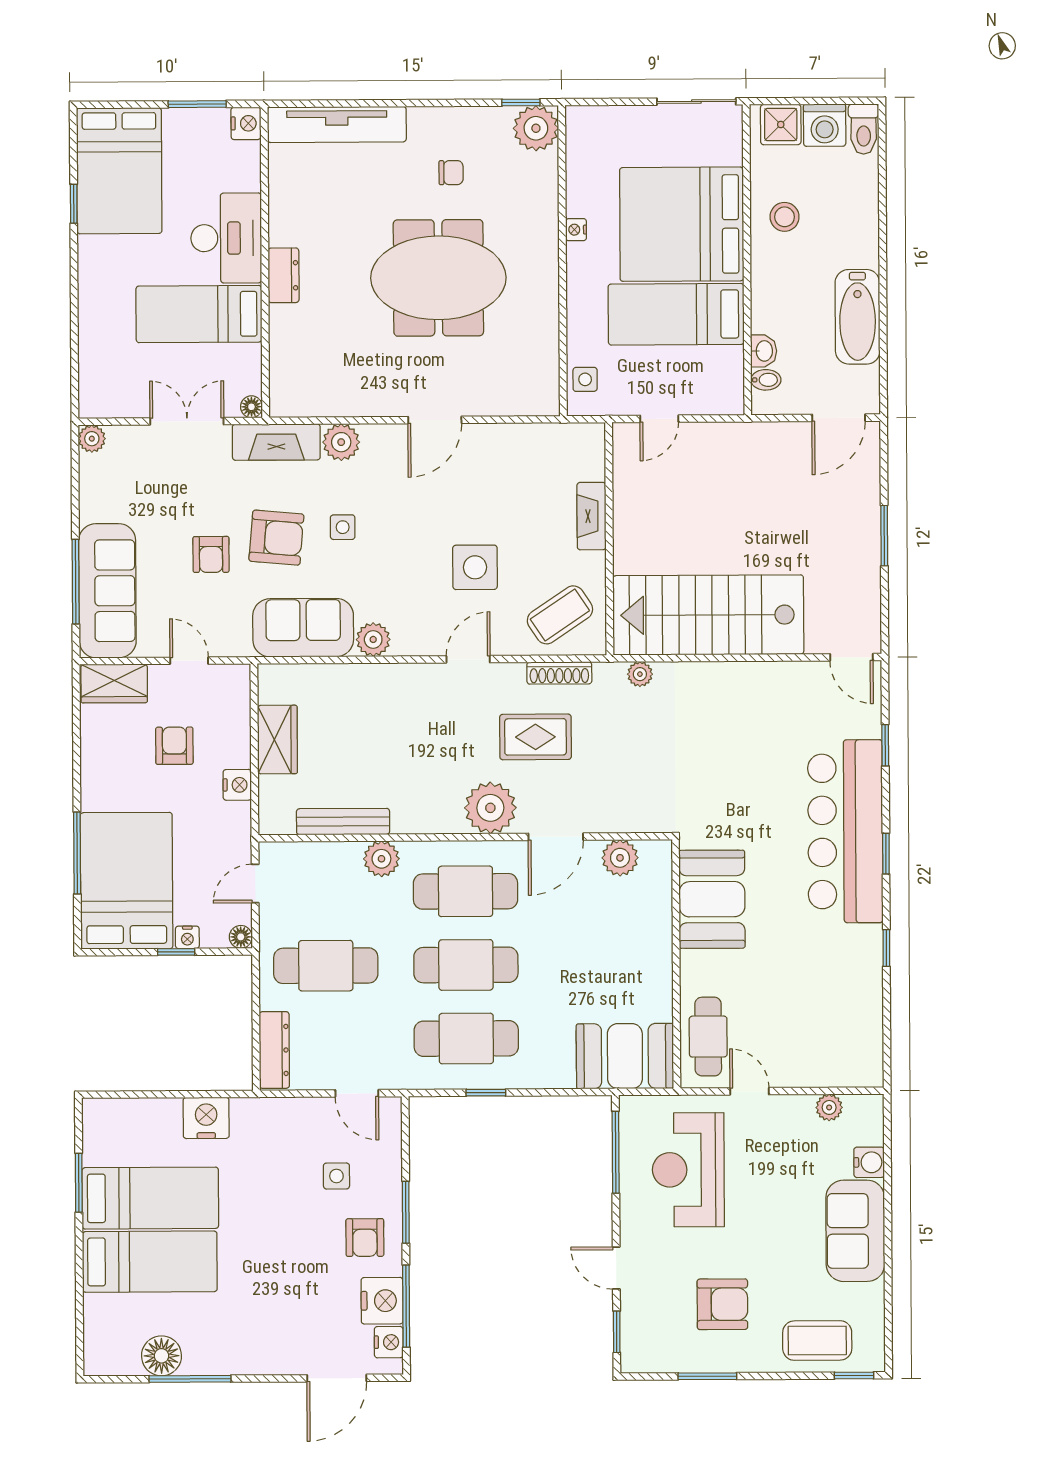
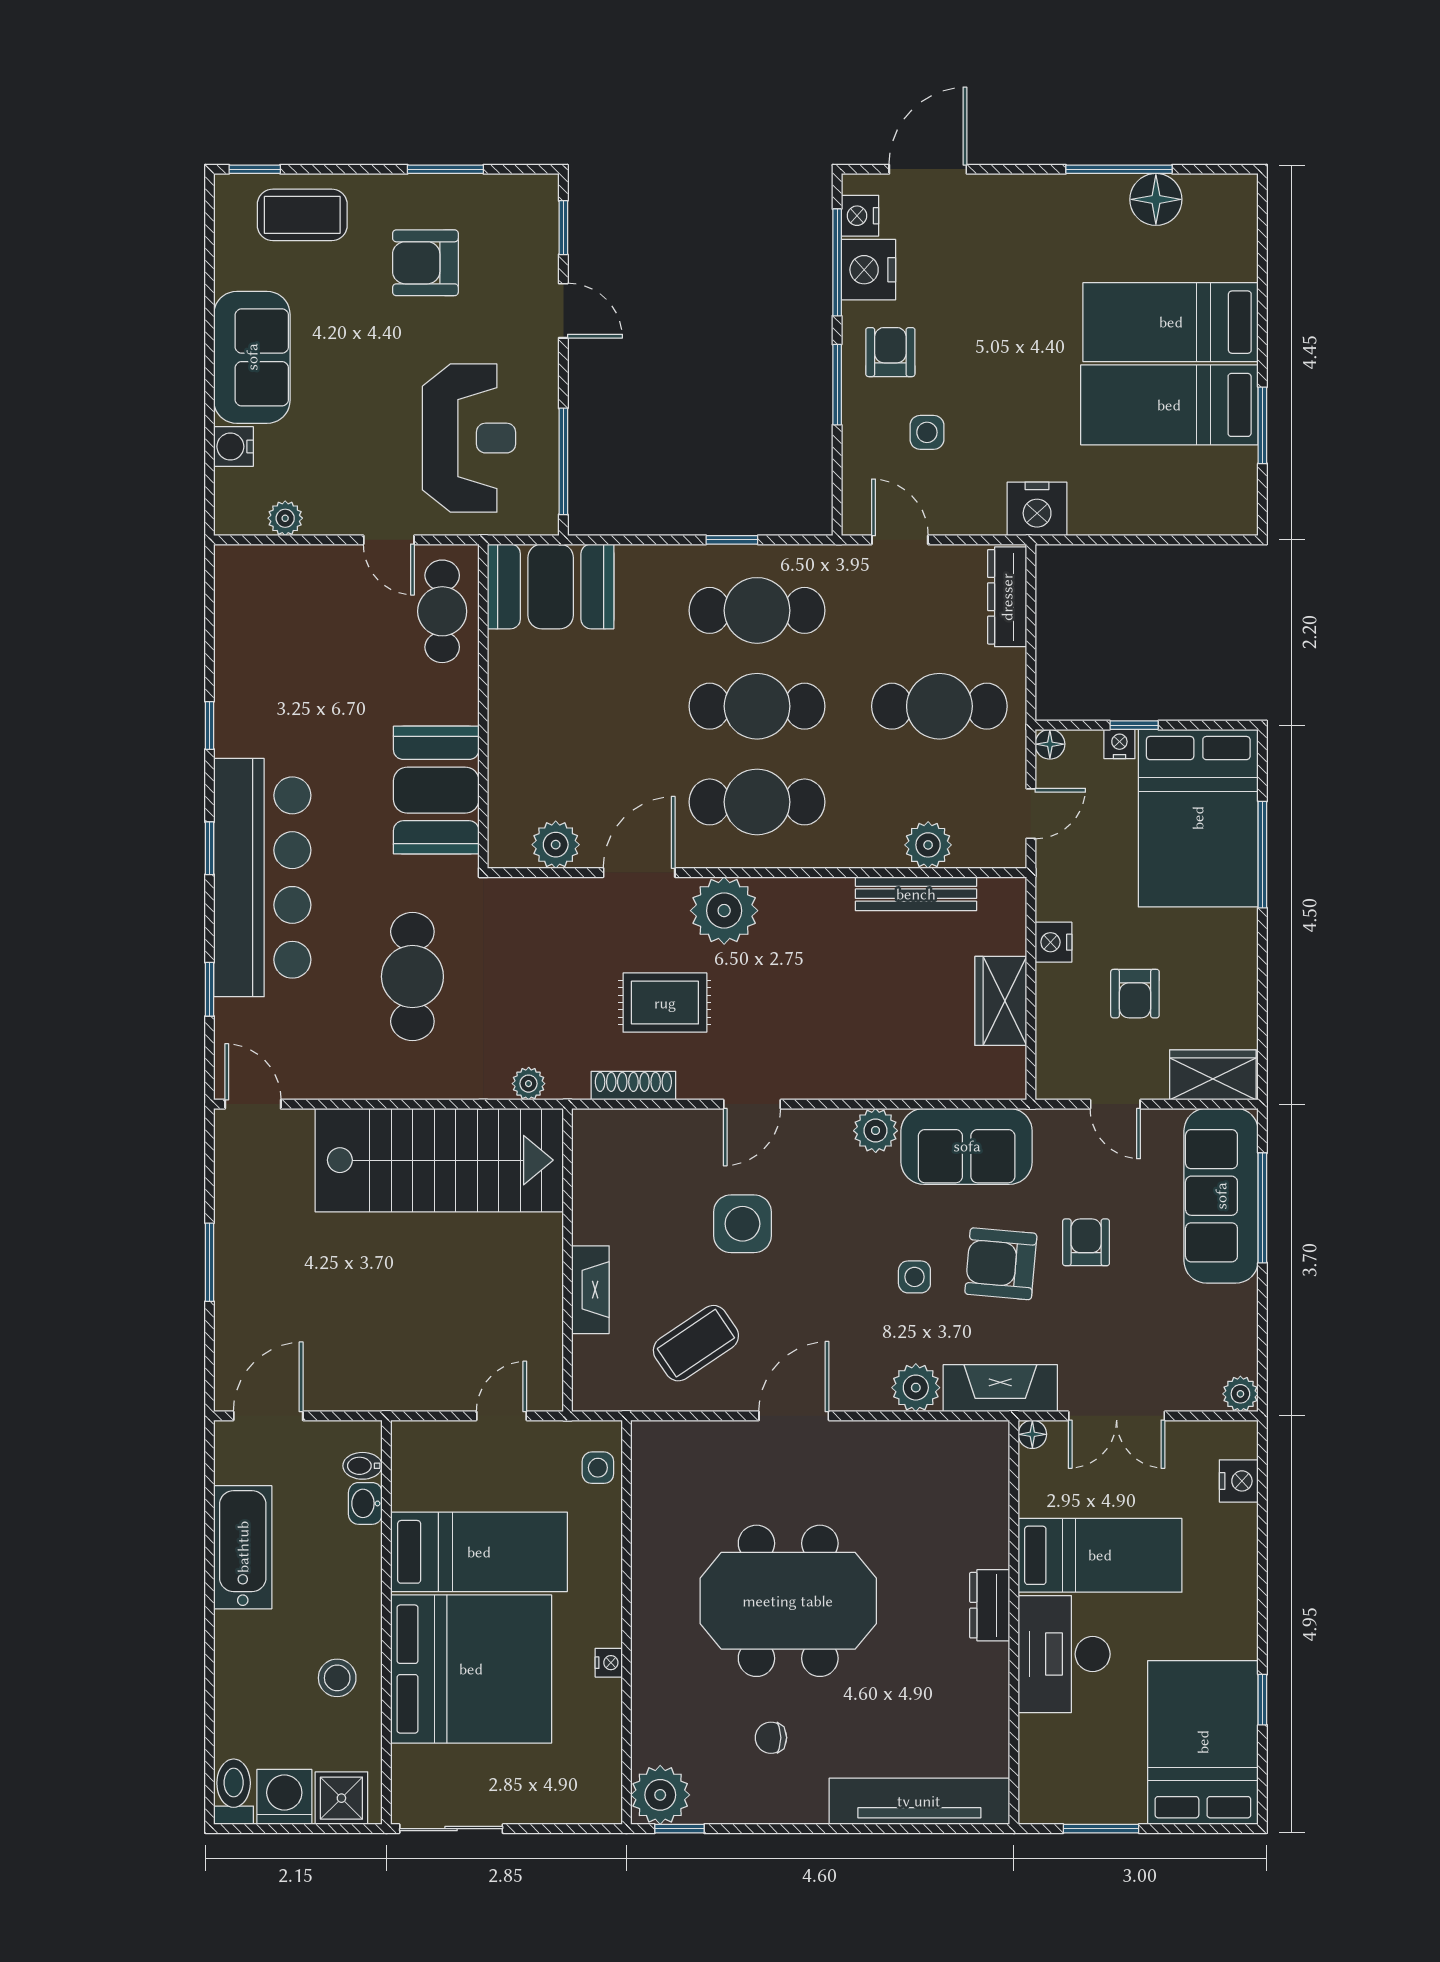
nightstand: (246, 123) -> (1239, 1481), moved, turned 180
coffee table: (560, 615) -> (696, 1343), moved
cafe table: (730, 756) -> (412, 977), added
plant: (381, 859) -> (928, 845), moved
nightstand: (206, 1118) -> (1037, 509), moved

